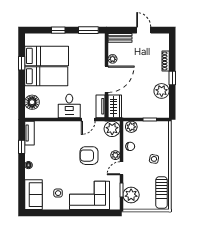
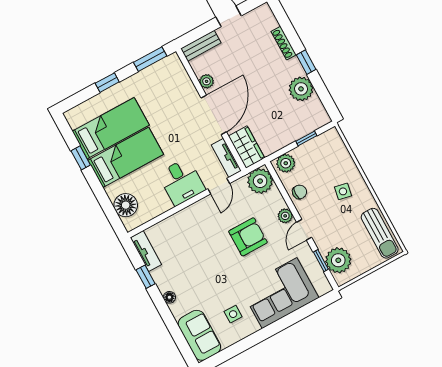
armchair: (89, 156) -> (248, 237), turned 180

